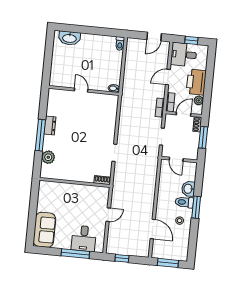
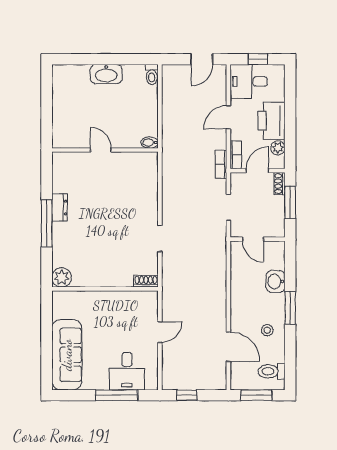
washbasin: (69, 38) -> (106, 74), moved
plant: (48, 157) -> (62, 277), moved
toilet: (184, 202) -> (272, 371), moved
sofa: (44, 230) -> (67, 355), width x1.36

